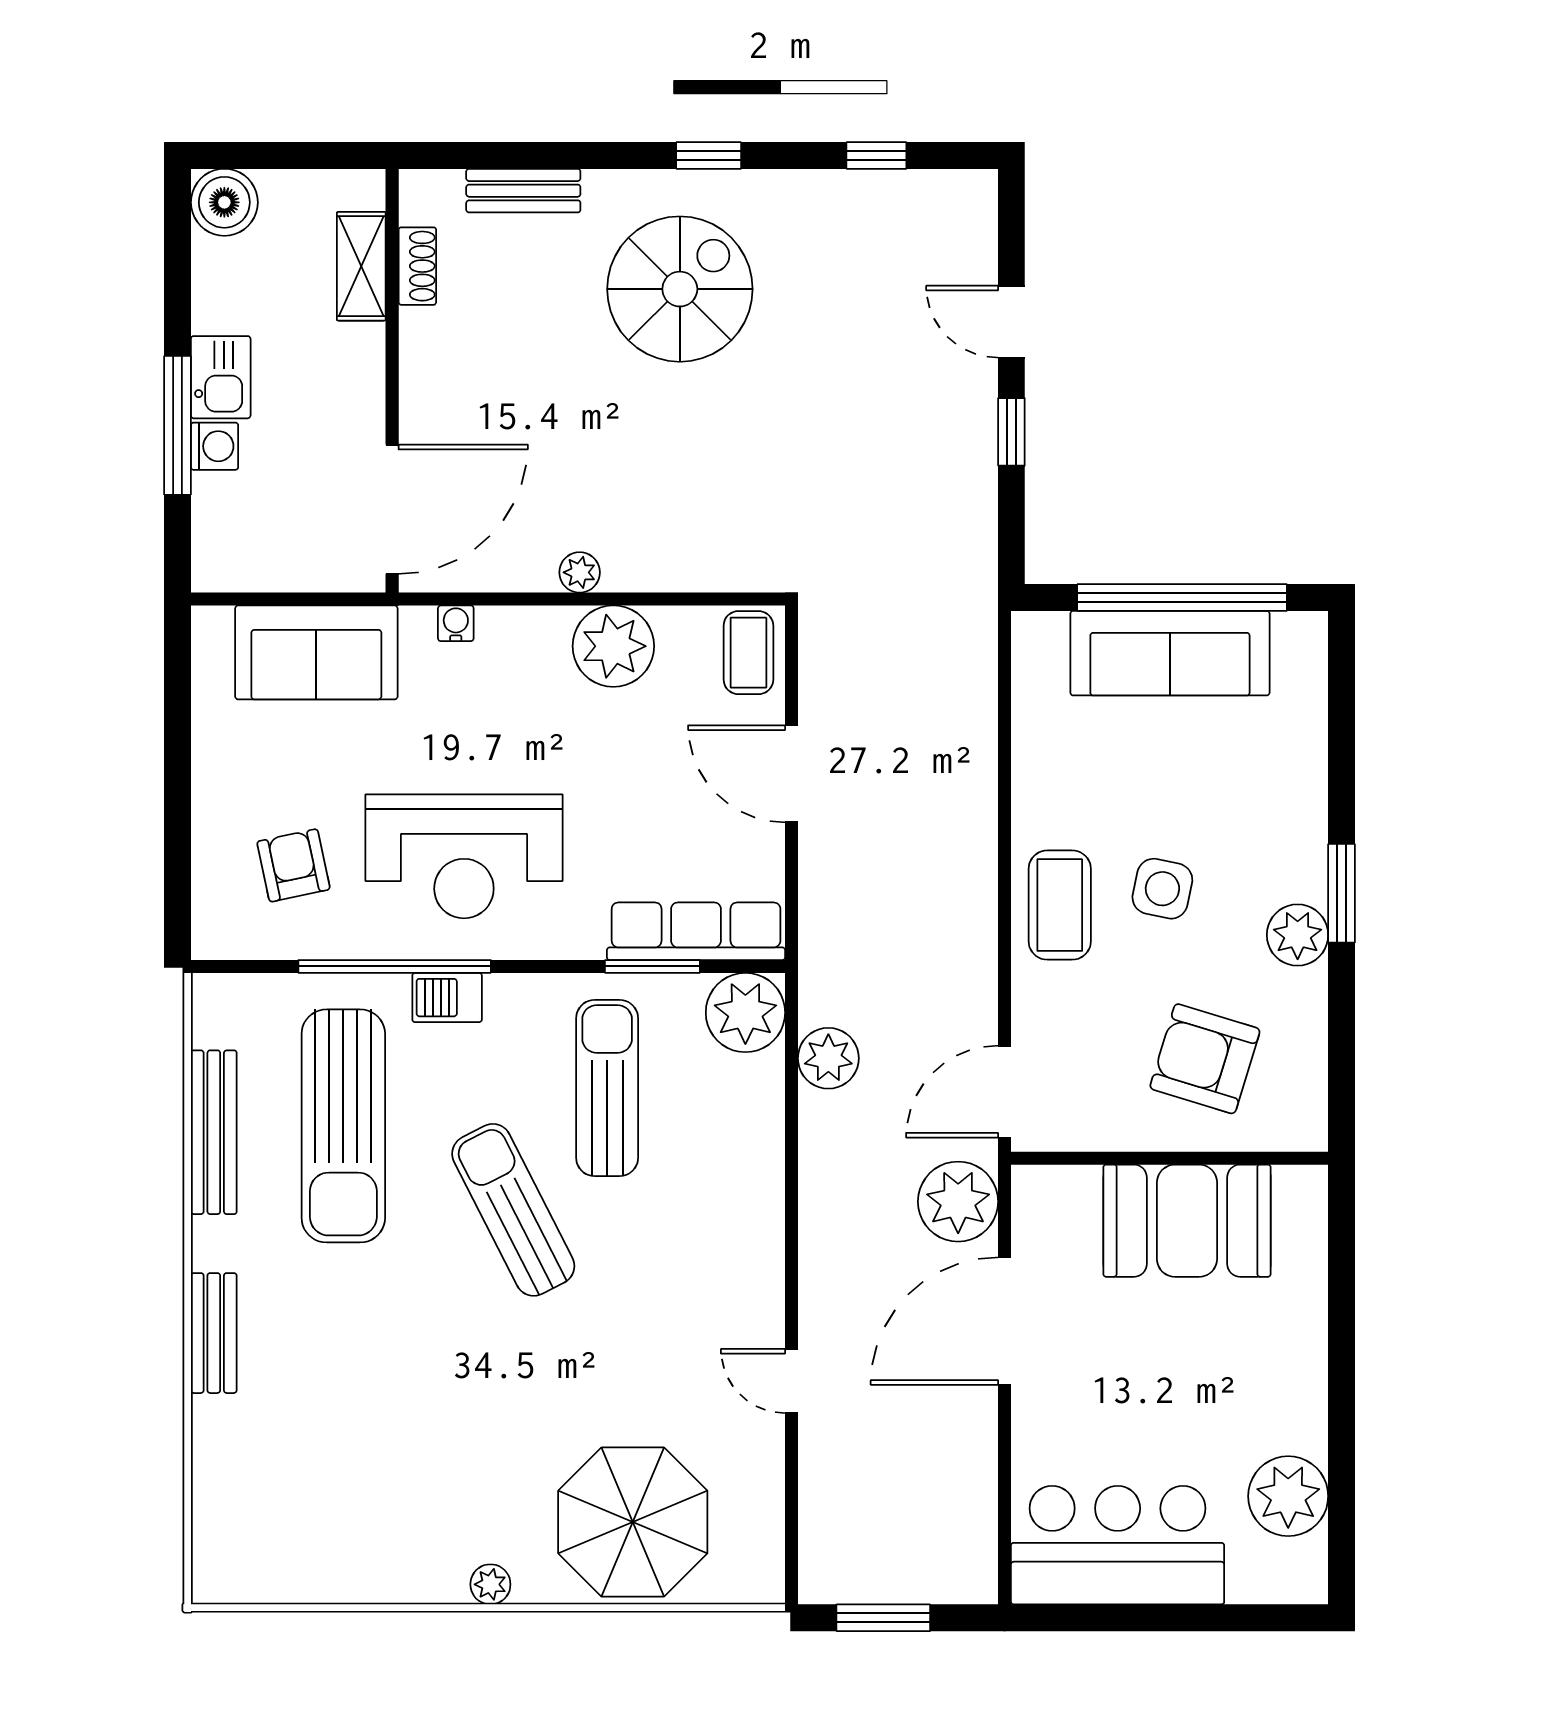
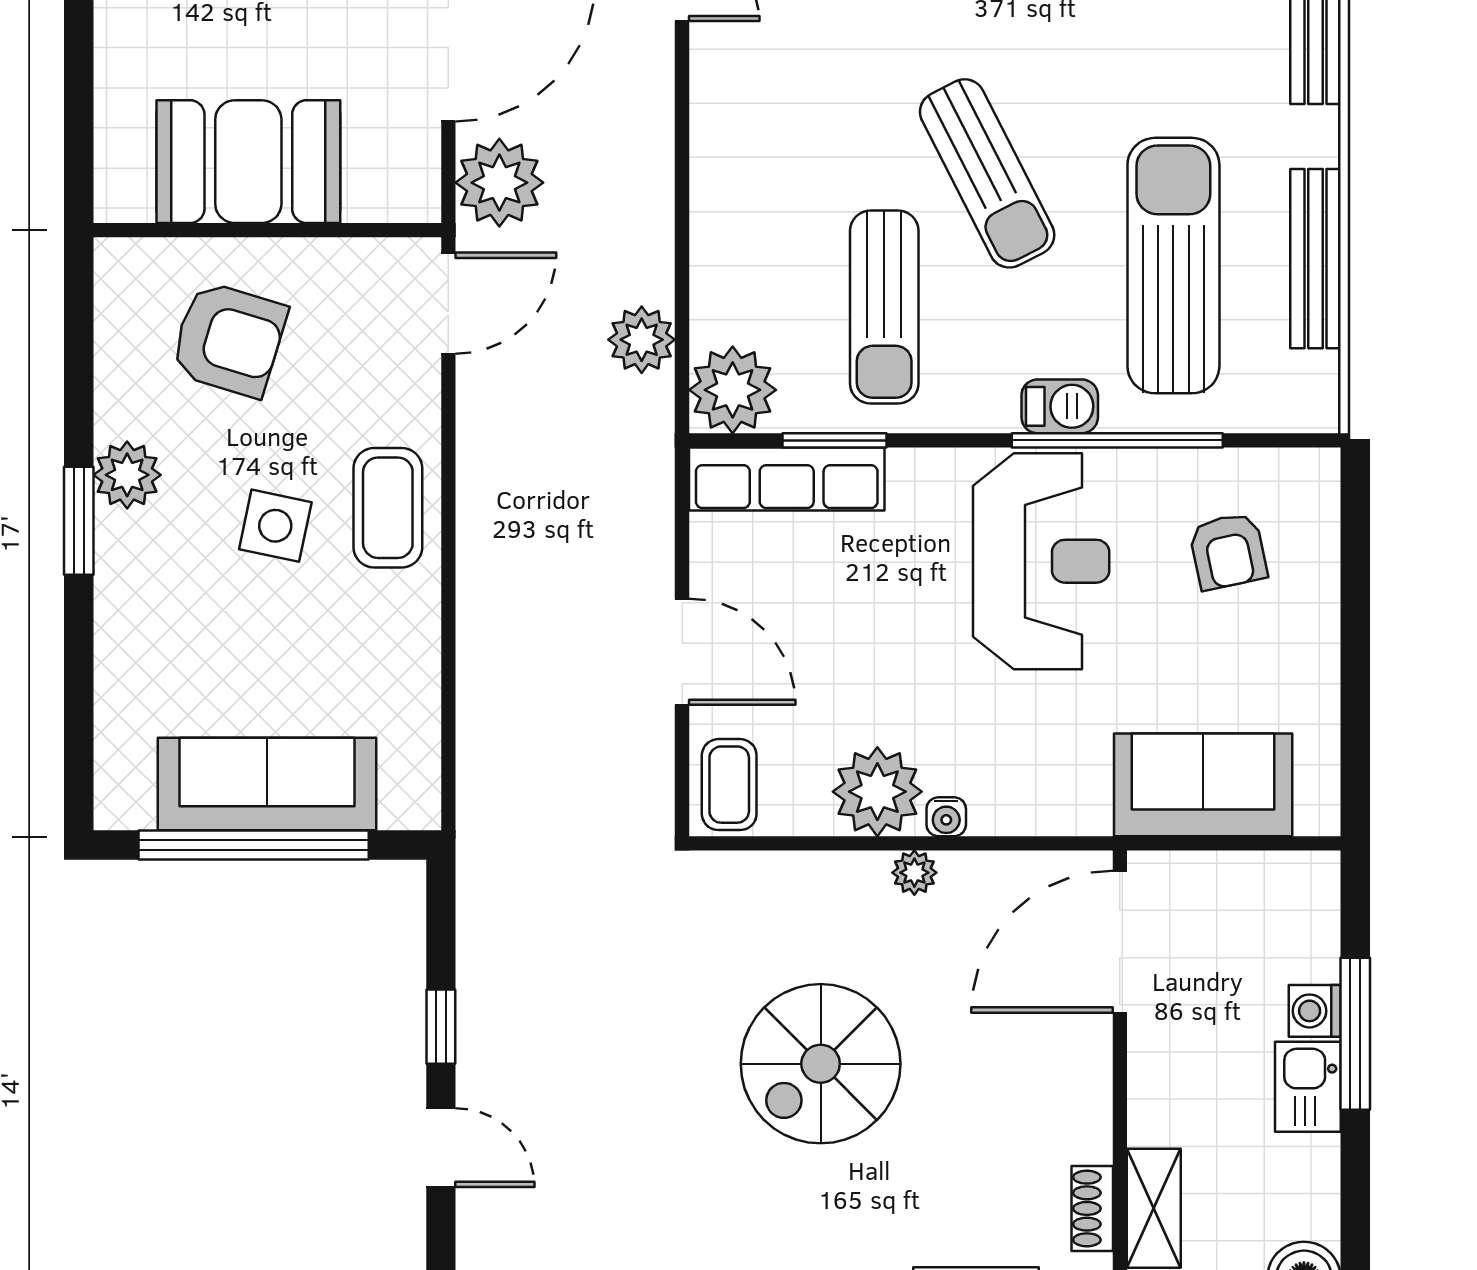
spiral stairs: (680, 289) -> (821, 1064), moved
water cooler: (456, 623) -> (946, 817), moved
reception desk: (464, 856) -> (1041, 561), turned 90

